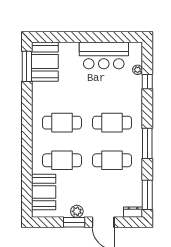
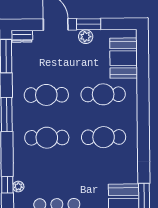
plant: (138, 70) -> (18, 187), moved

